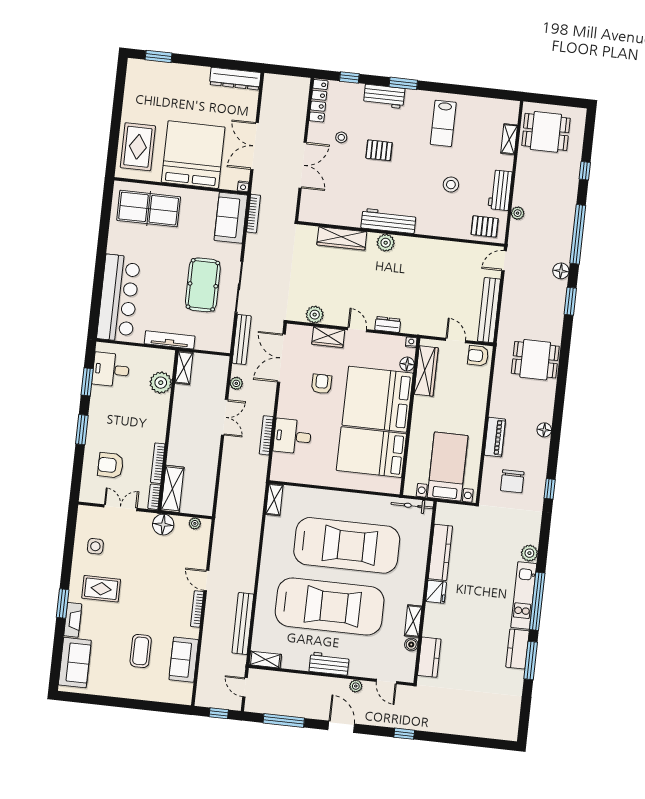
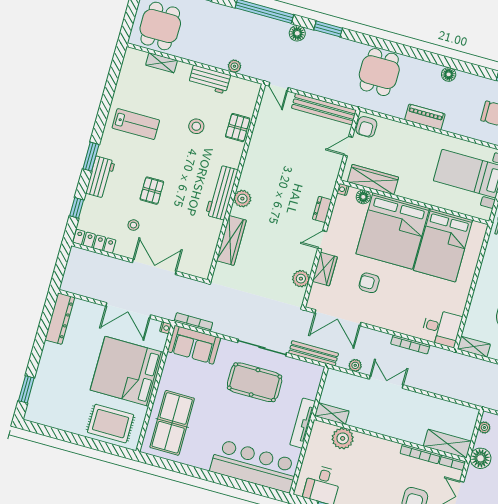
pallet: (485, 226) -> (238, 128), moved
desk: (292, 436) -> (442, 328), moved, turned -90
piano: (495, 437) -> (425, 117), moved

